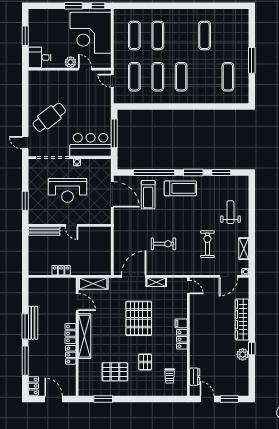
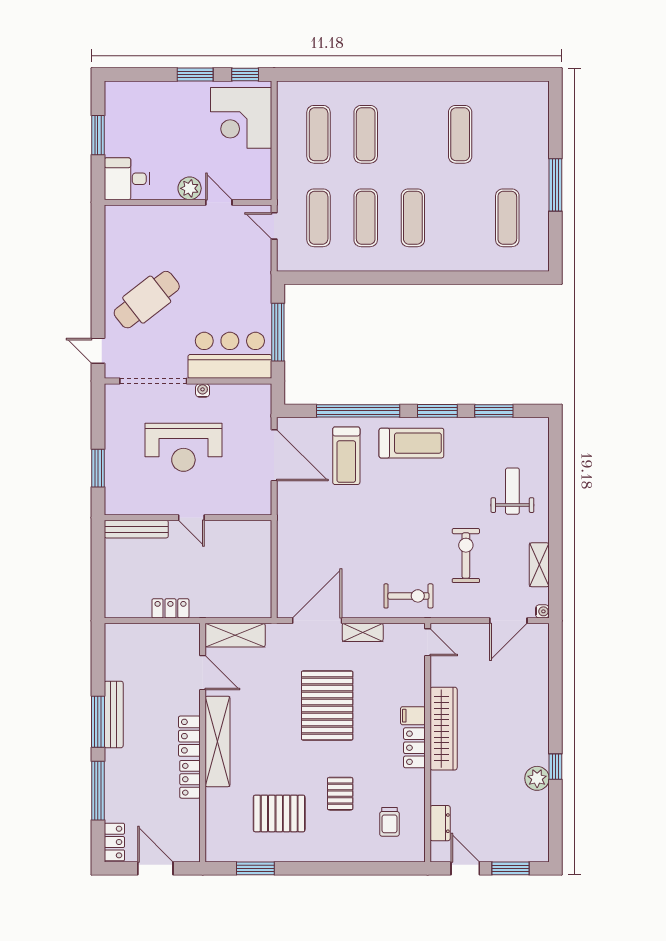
corner desk: (91, 33) -> (241, 118), width x0.74, depth x0.74
exercise bike: (163, 244) -> (408, 596), moved
wardrobe: (242, 319) -> (444, 729), moved, turned 180

